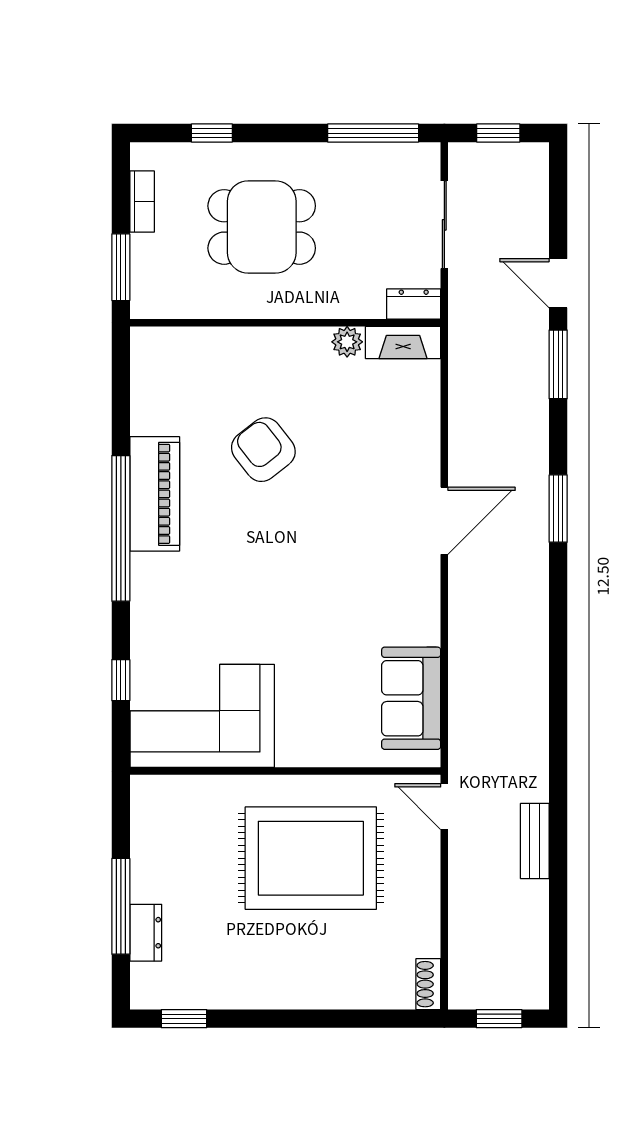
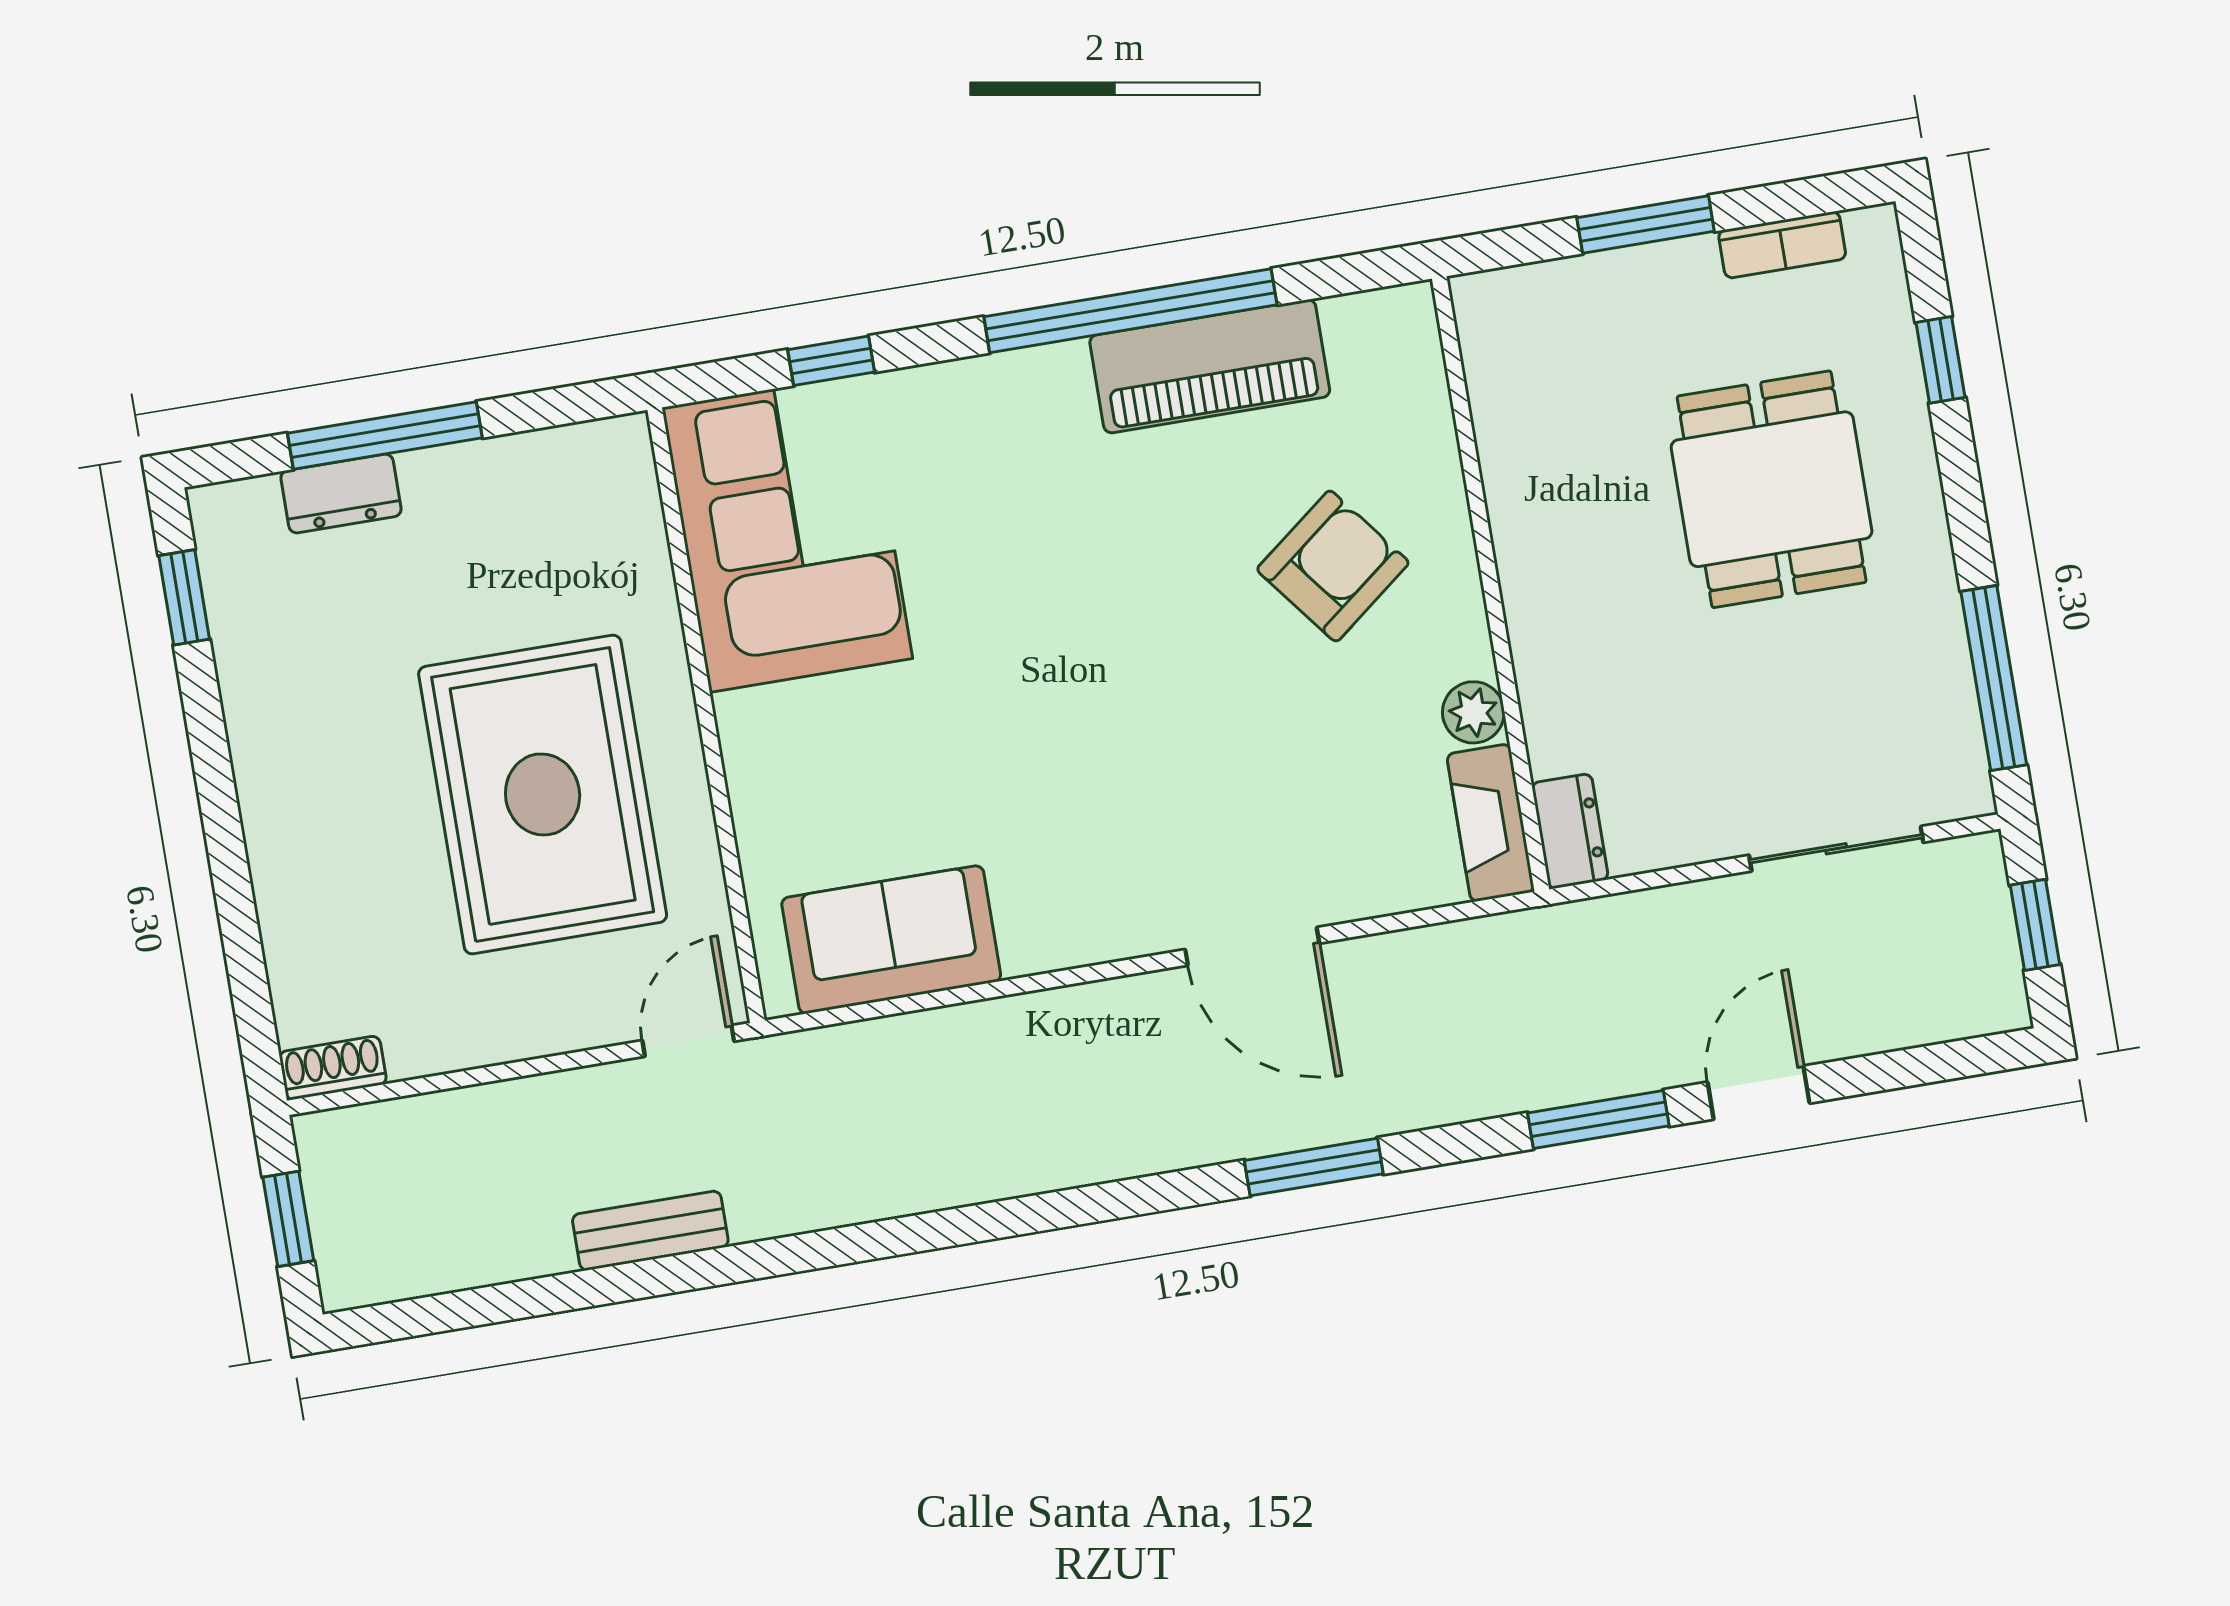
dresser: (414, 304) -> (1570, 831), moved
wall: (285, 323) -> (1490, 584), moved
plant: (347, 342) -> (1473, 712), moved
fireplace: (403, 342) -> (1490, 823), moved

